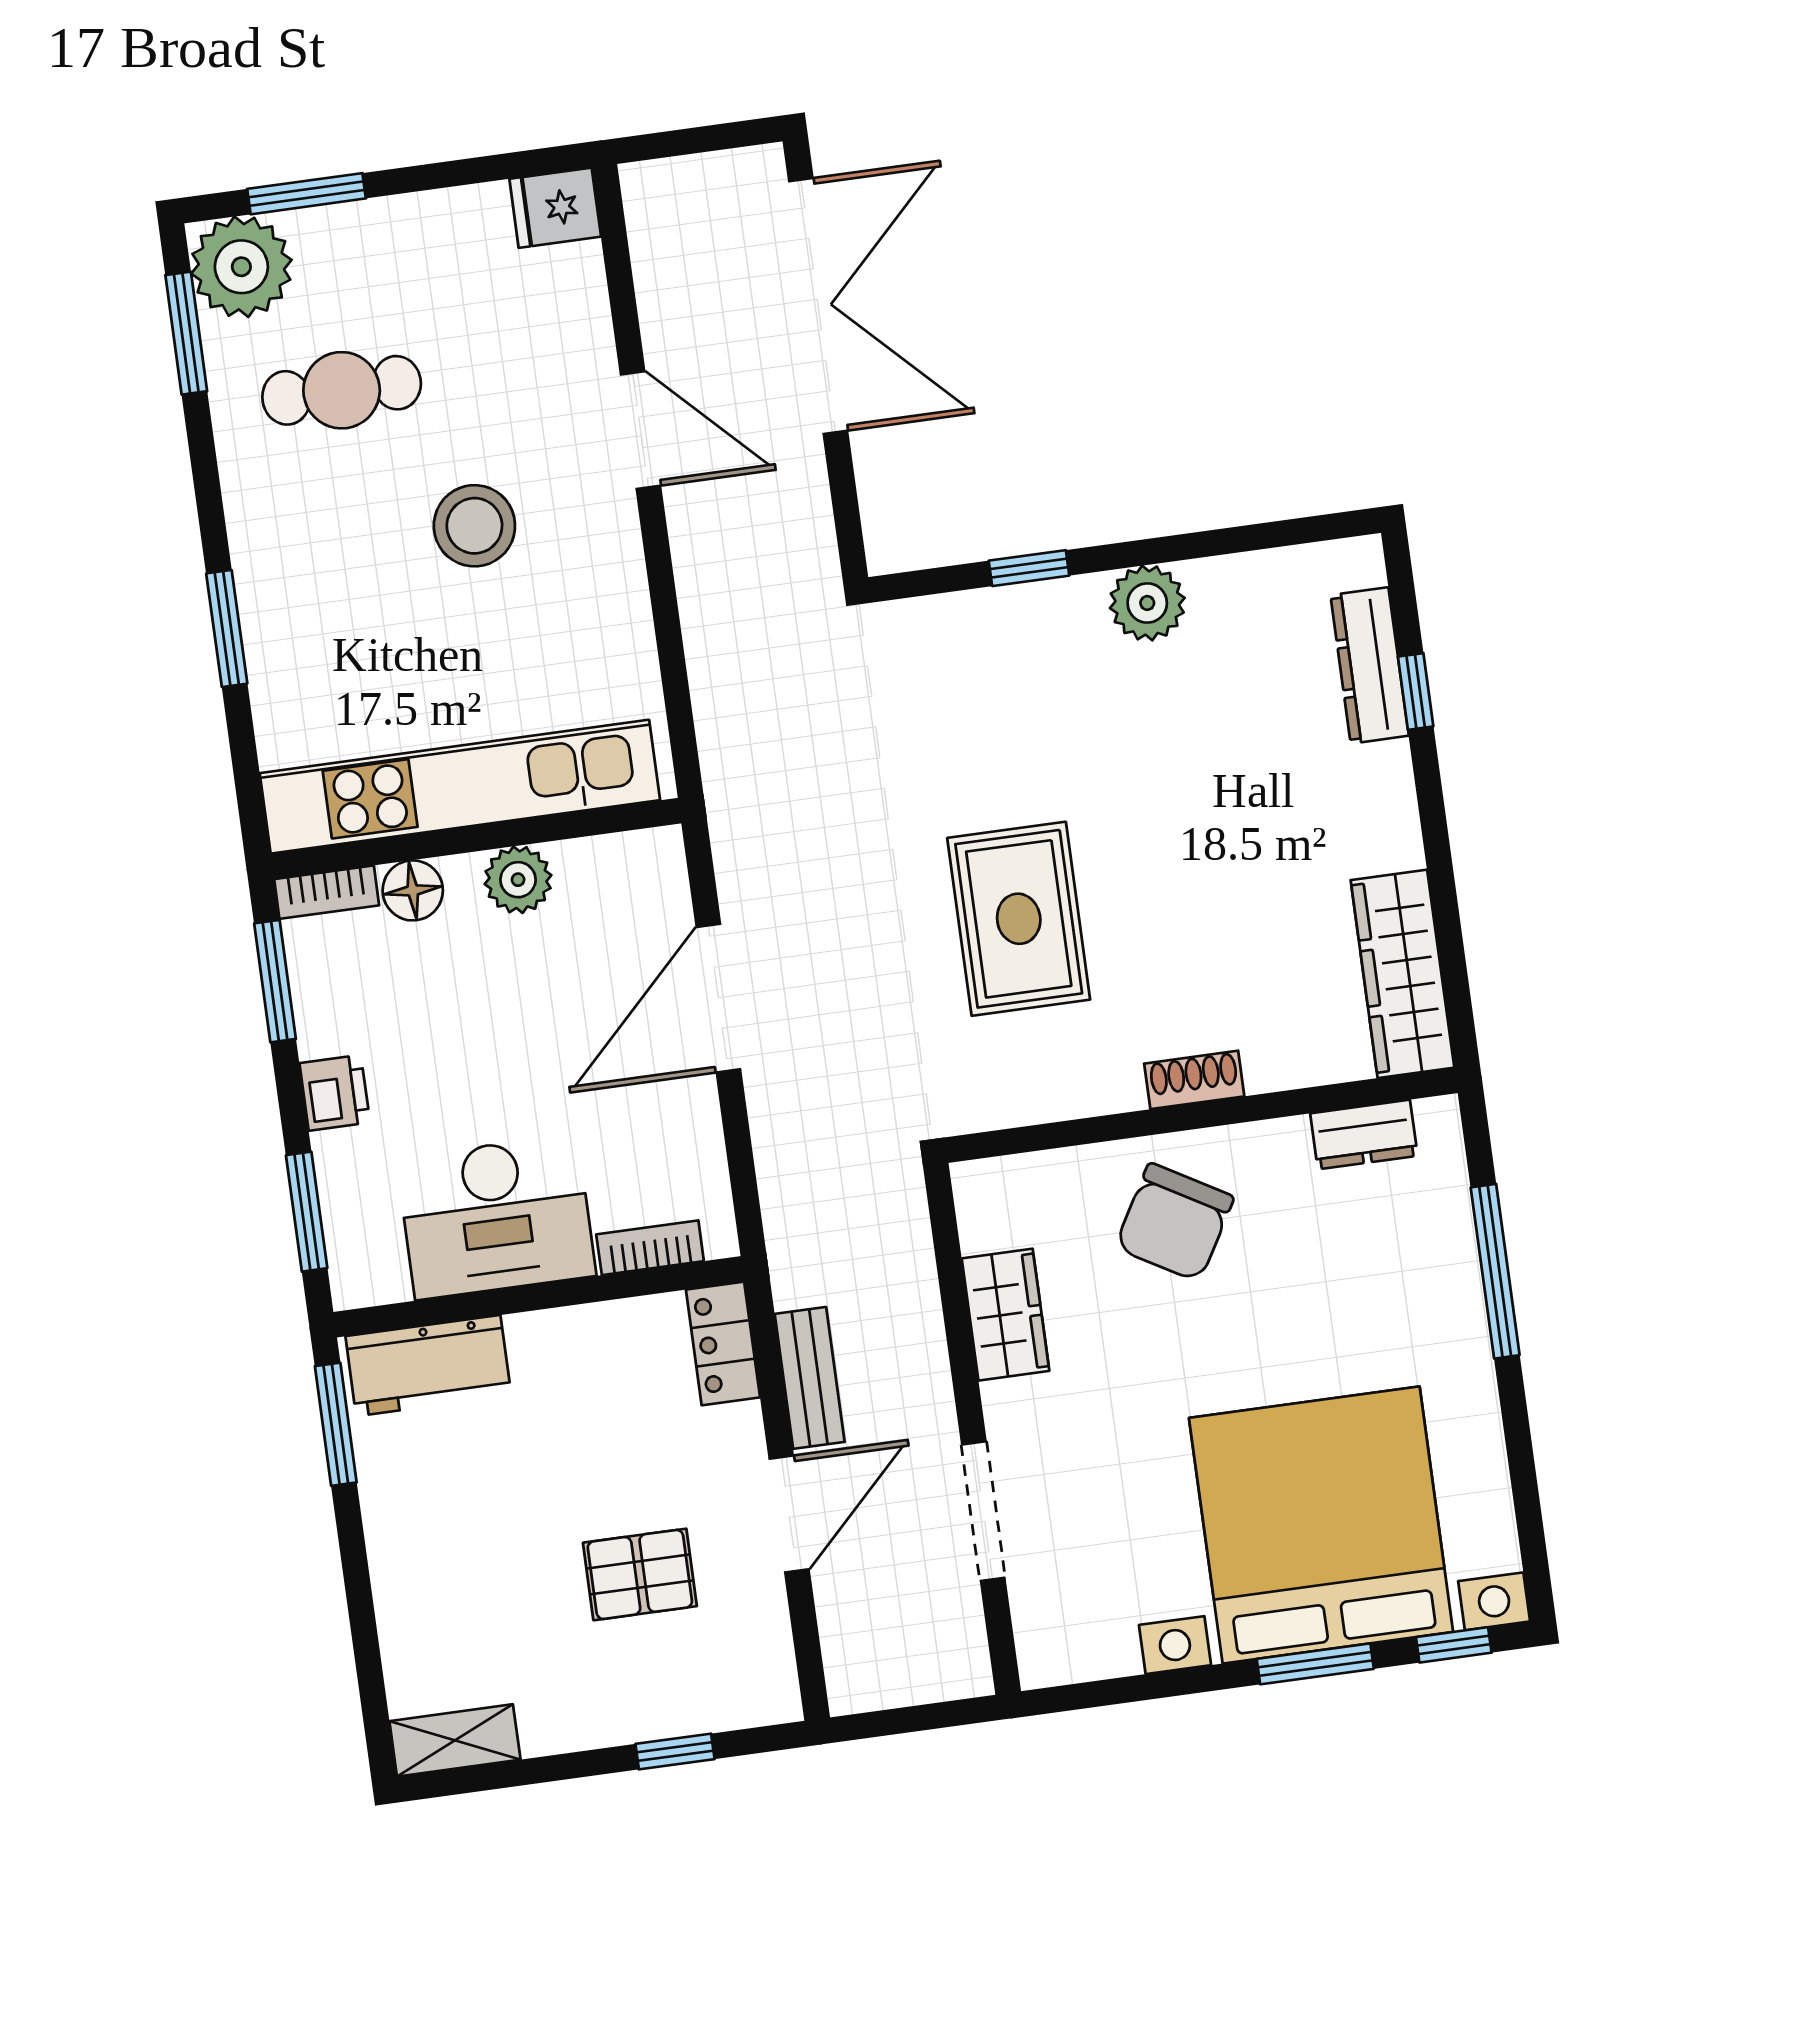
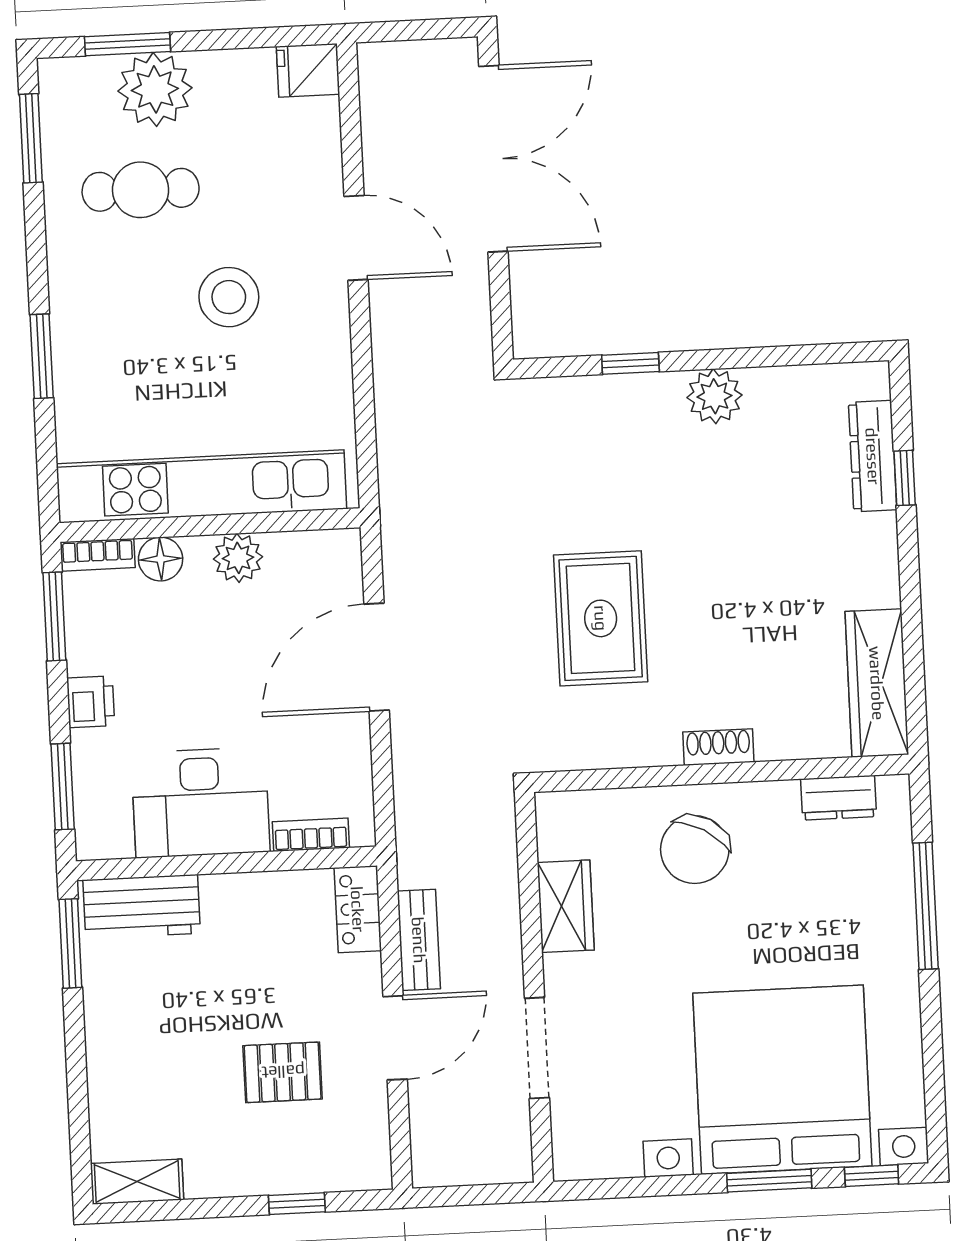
plant: (241, 267) -> (155, 89), moved

